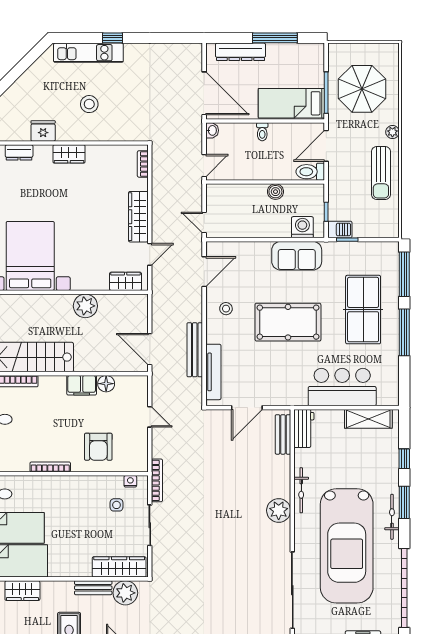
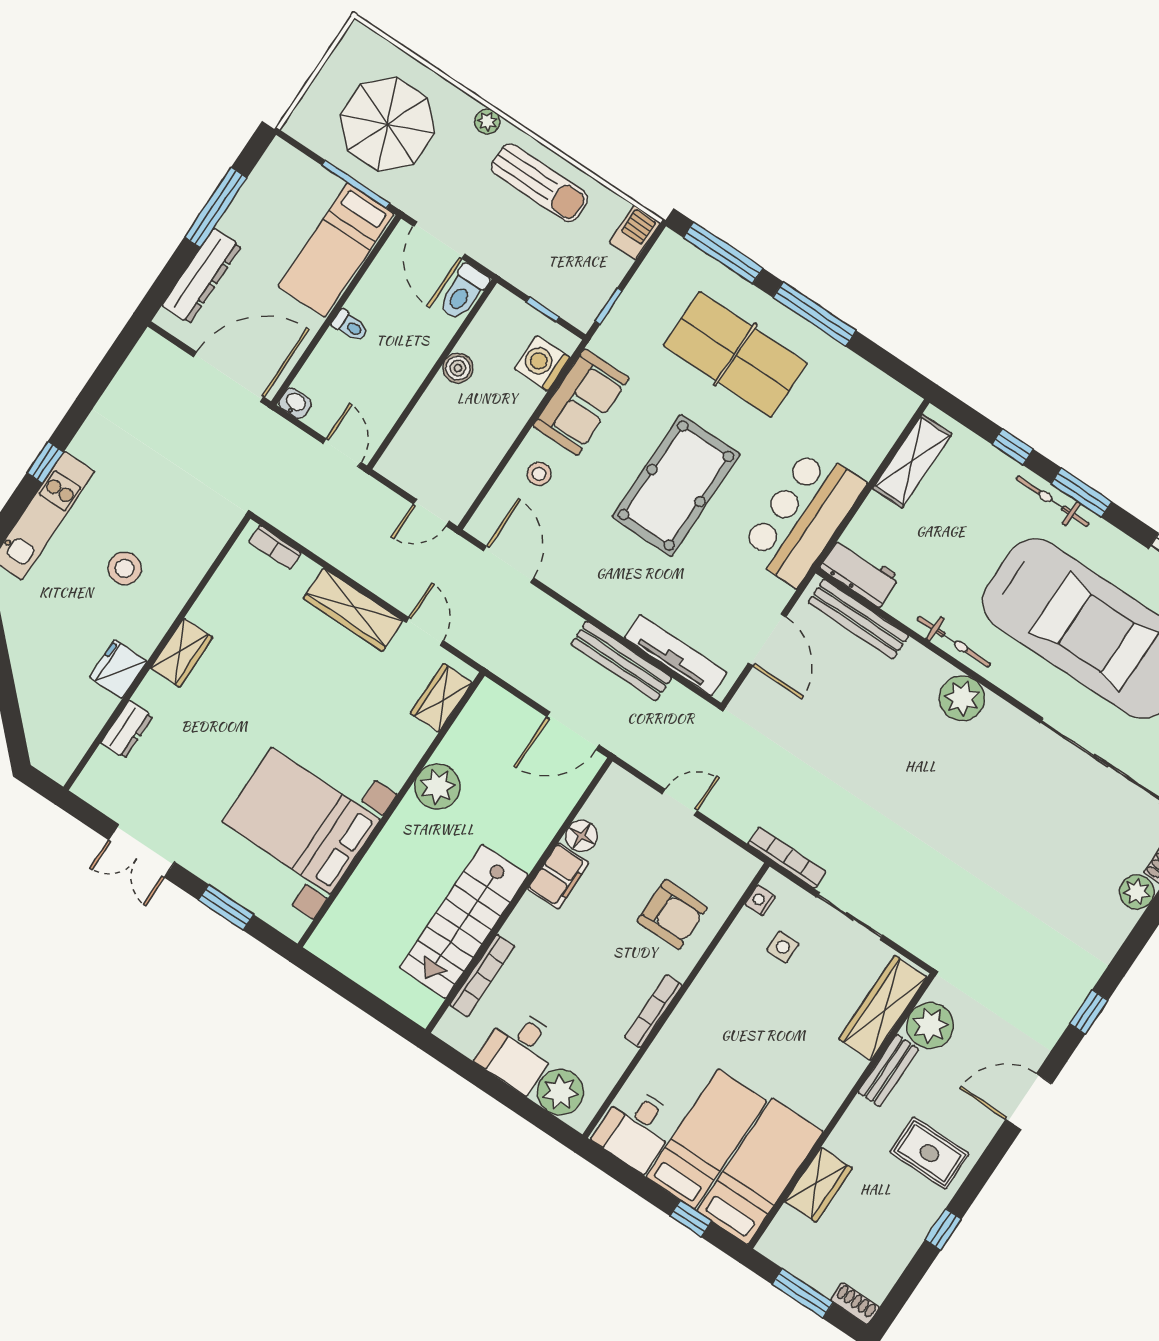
barbecue: (340, 230) -> (635, 232), moved
stool: (226, 309) -> (539, 474), moved
bar counter: (342, 387) -> (803, 517), moved
bench: (283, 434) -> (858, 619), width x1.36
bicycle: (392, 517) -> (1053, 501), moved

